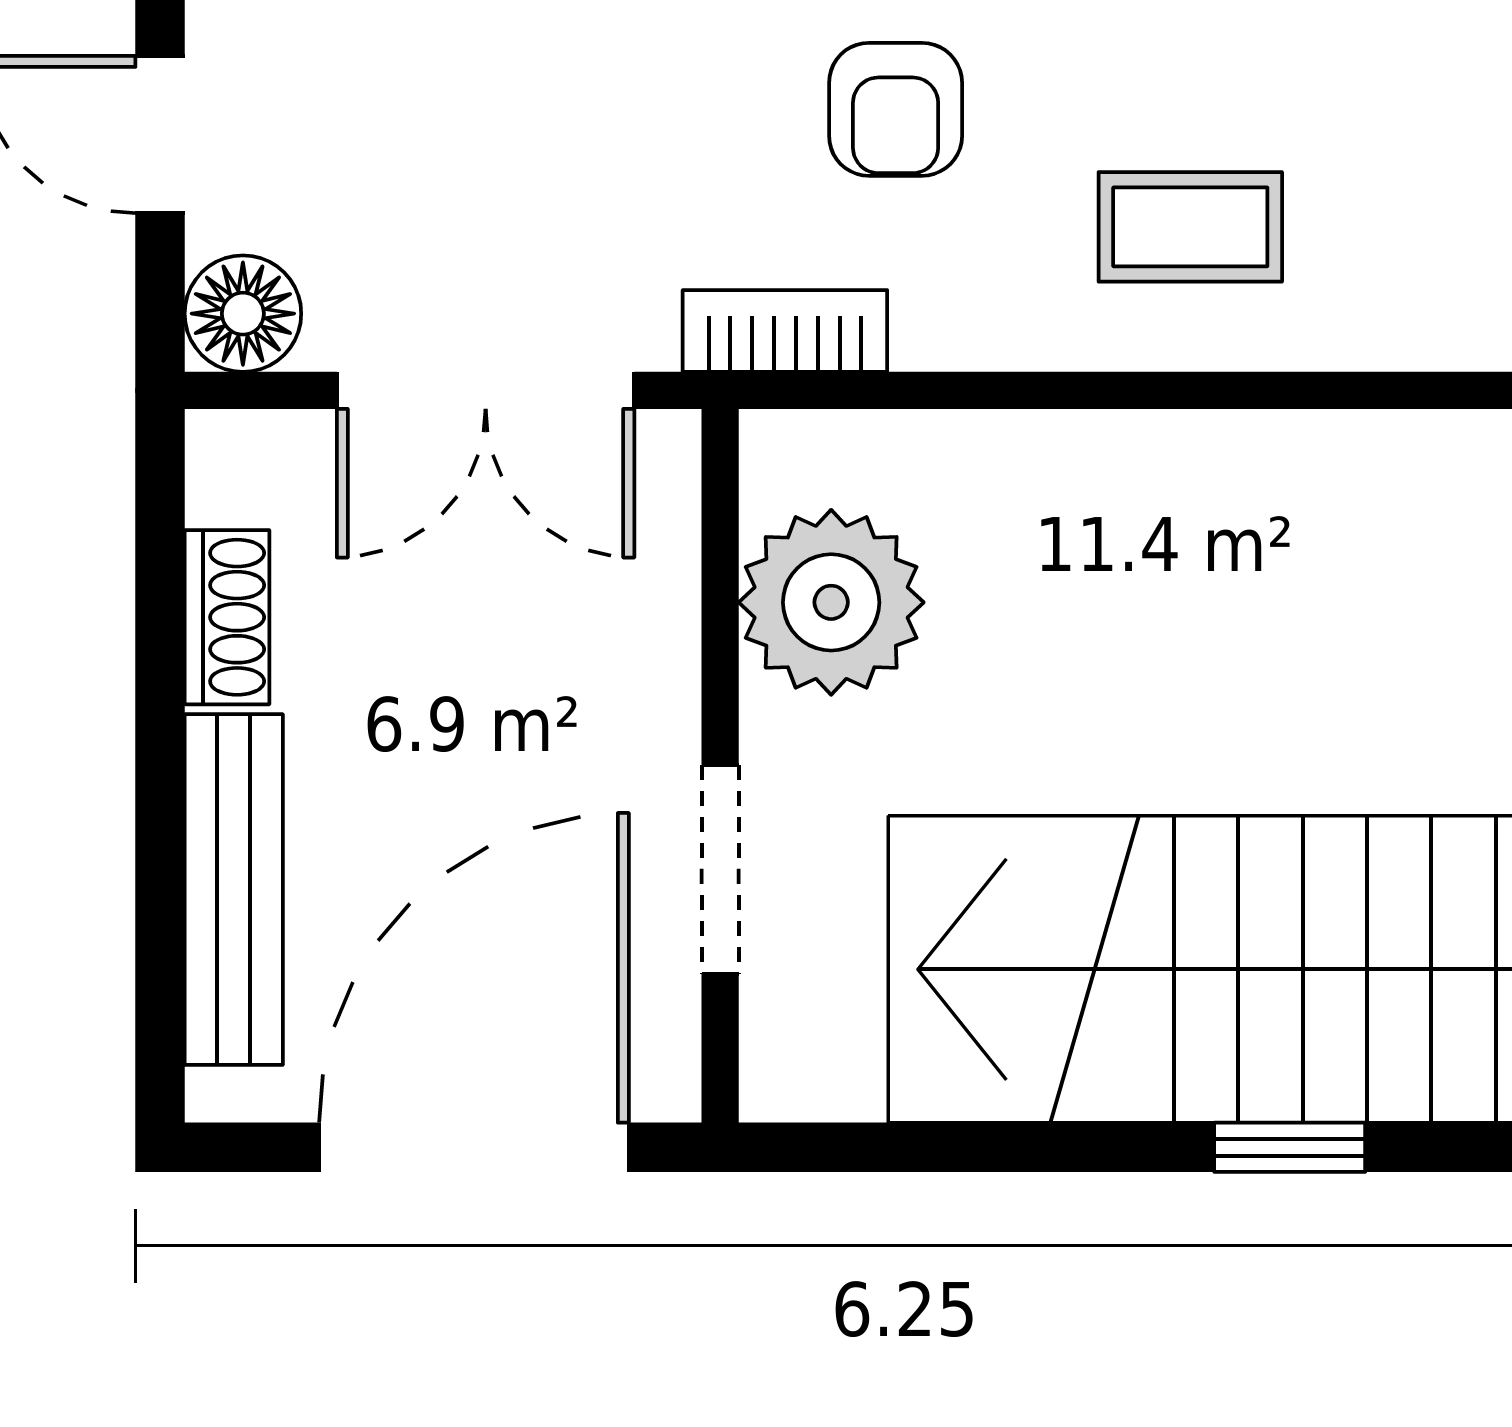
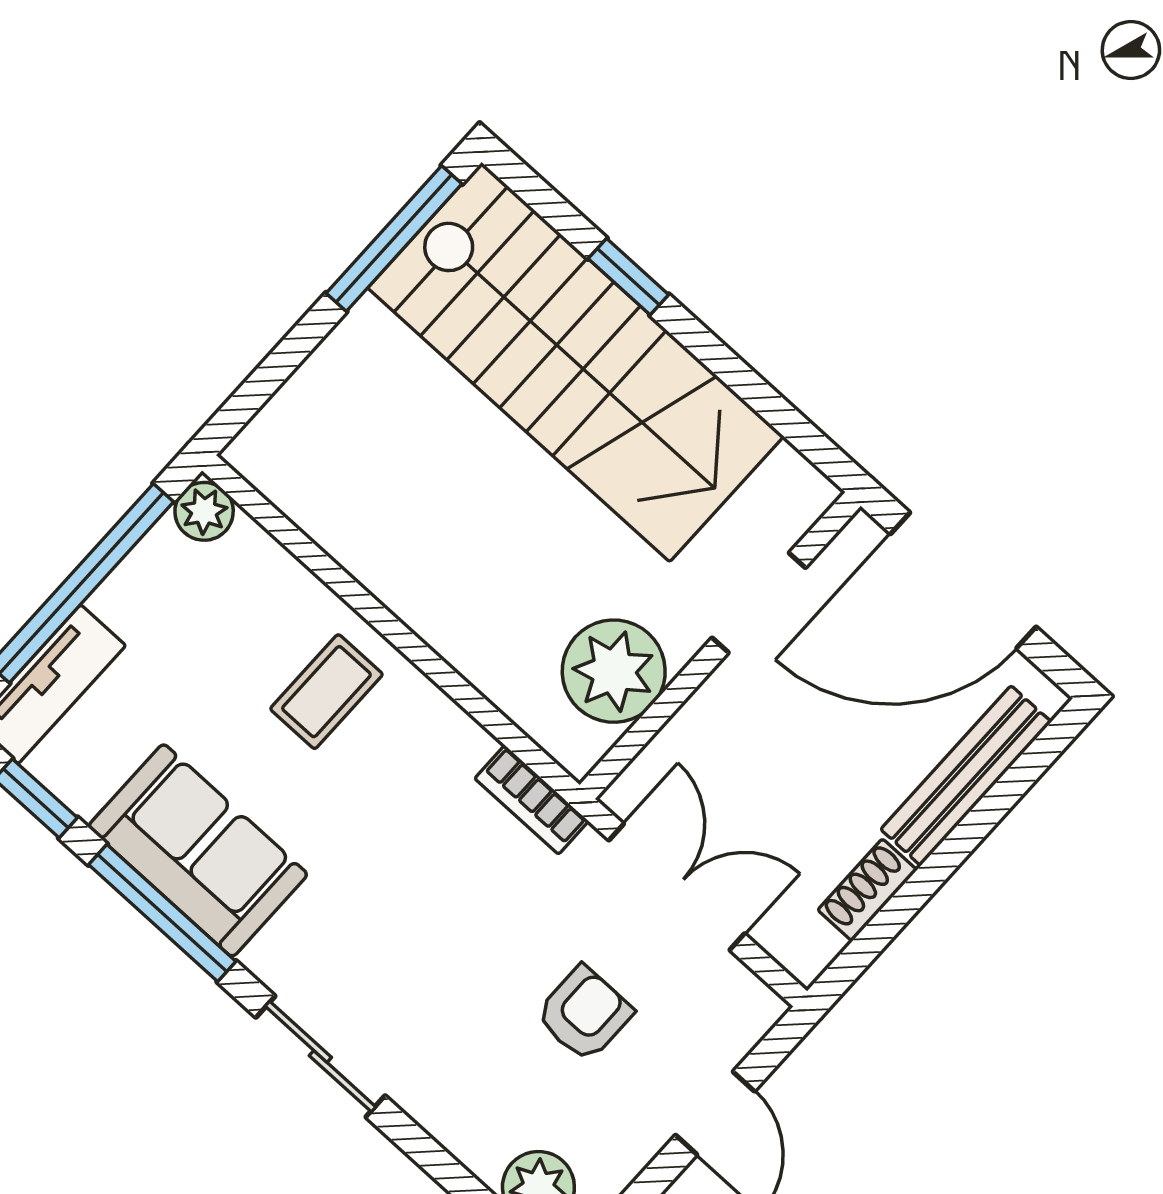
armchair: (896, 109) -> (584, 1014), moved
coffee table: (1190, 227) -> (326, 692), turned 90
floor lamp: (243, 314) -> (748, 1009), removed

